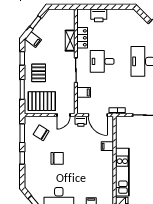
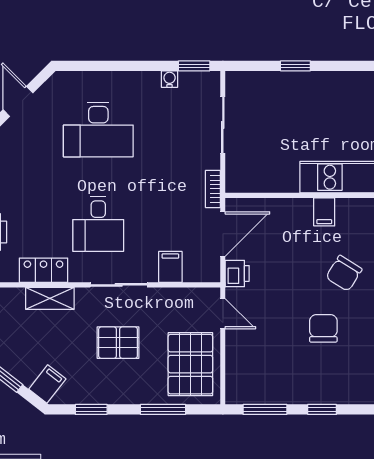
pallet: (39, 73) -> (118, 343), moved
chair: (41, 133) -> (344, 273), moved
filing cabinet: (107, 146) -> (324, 212), moved

